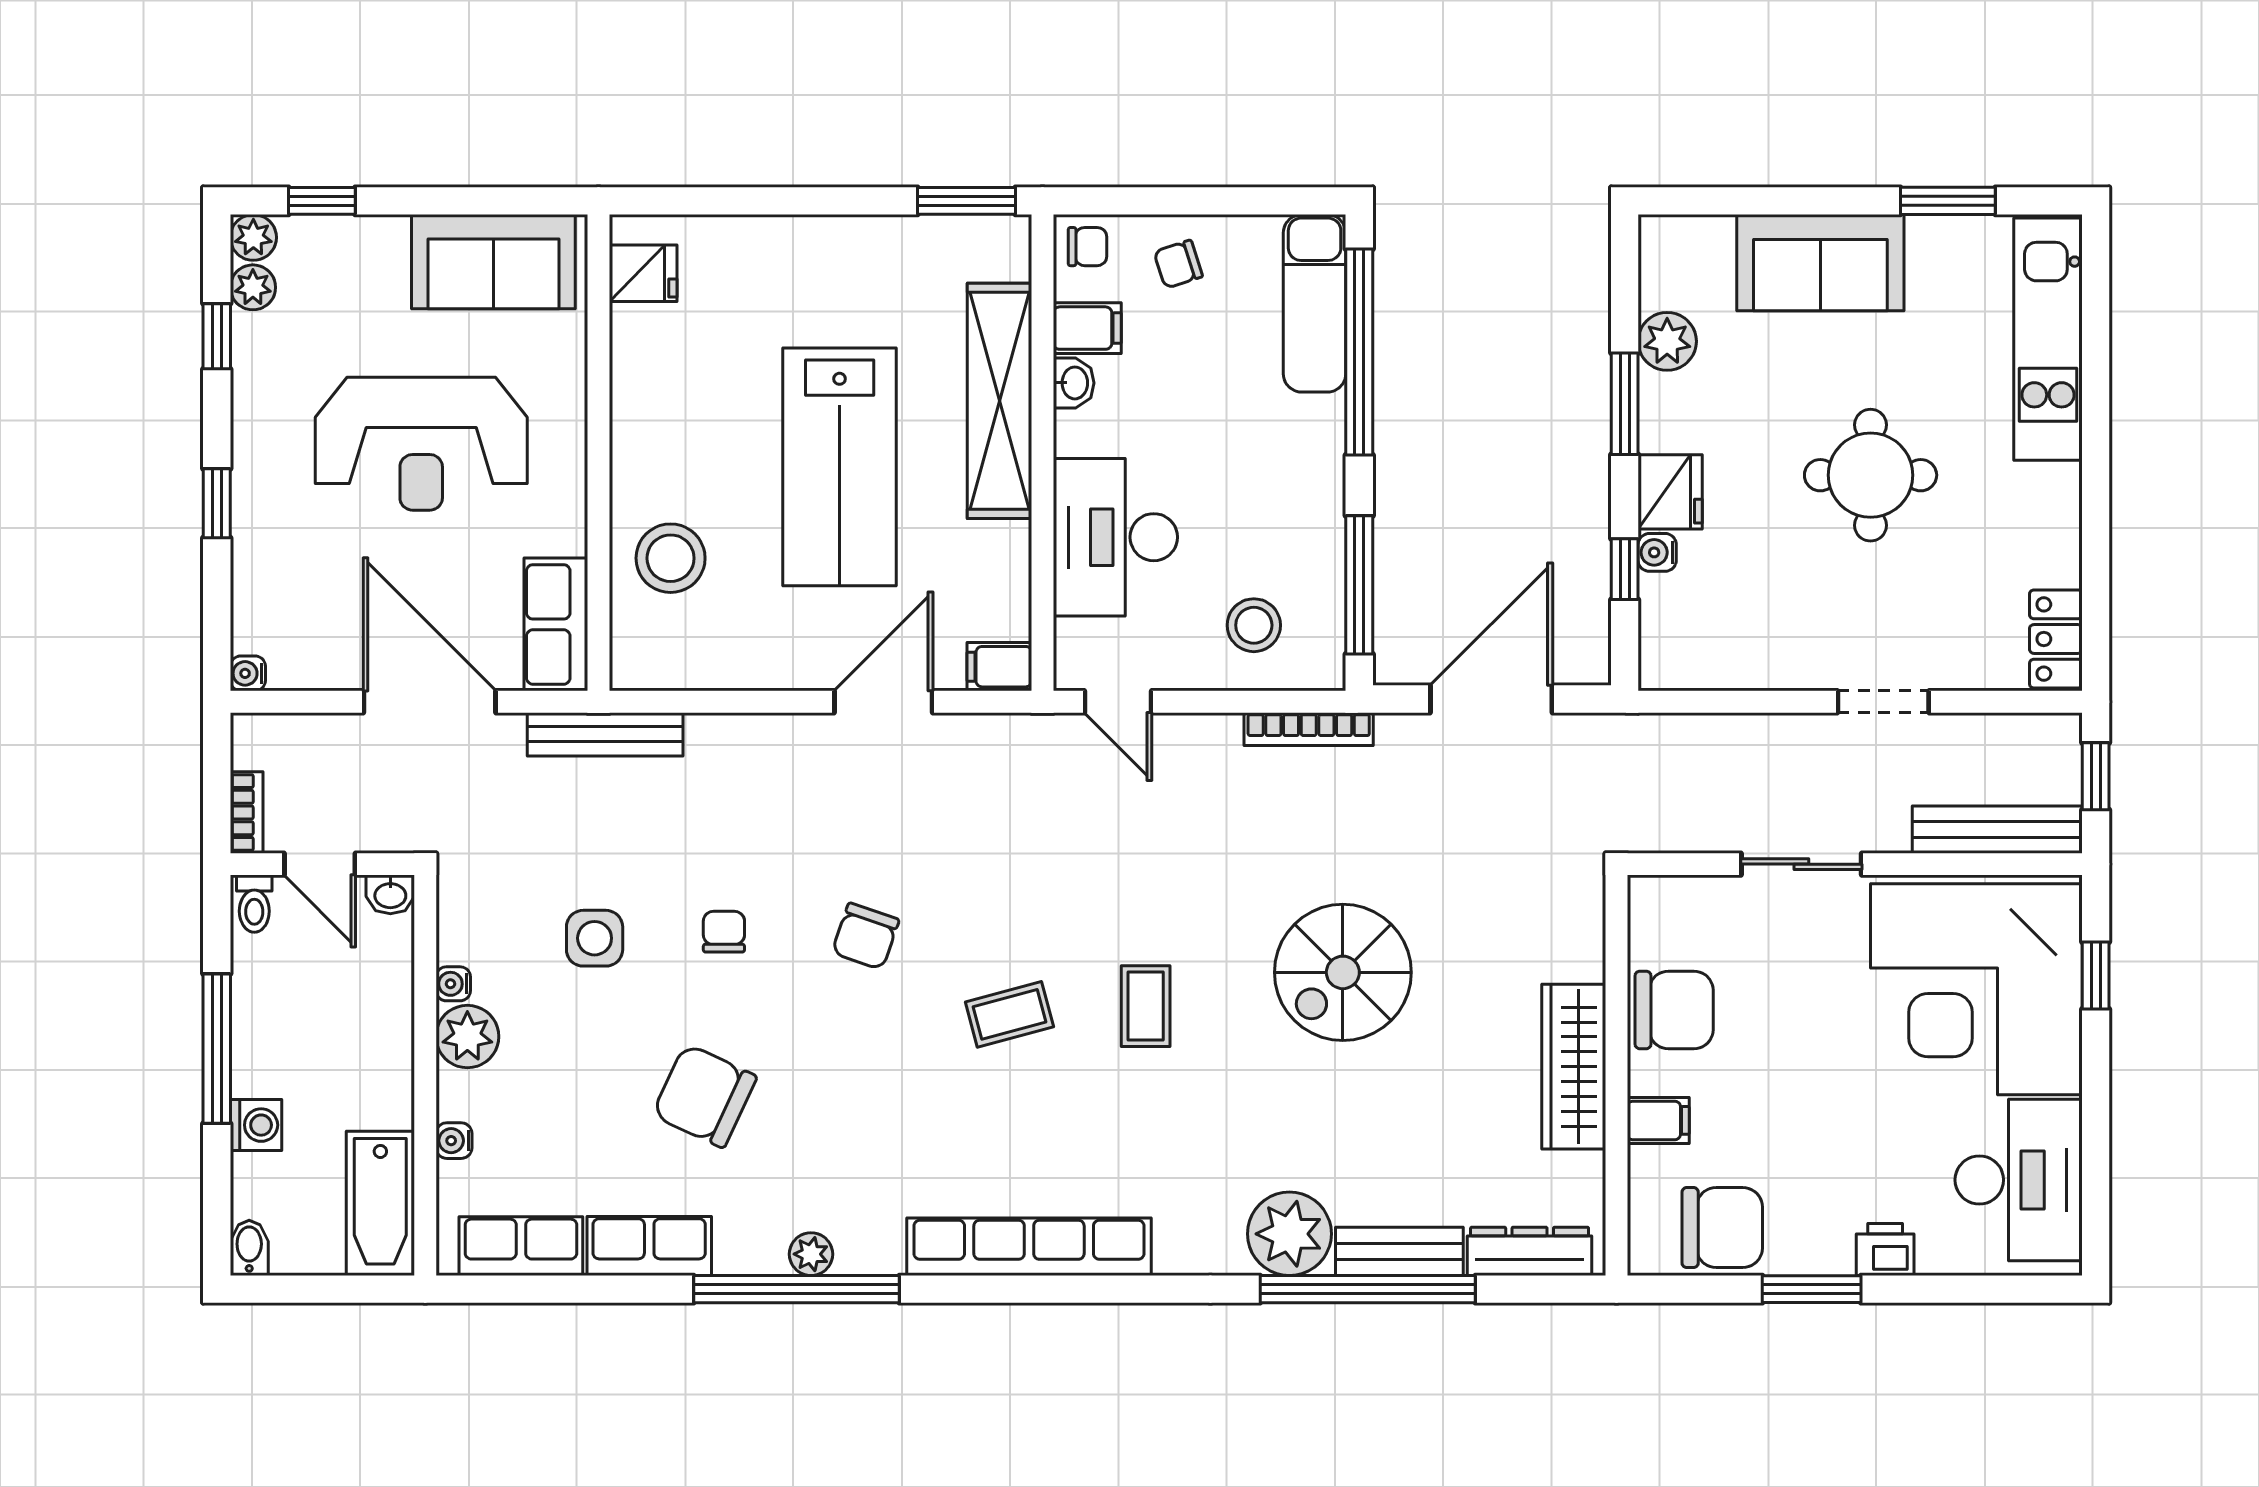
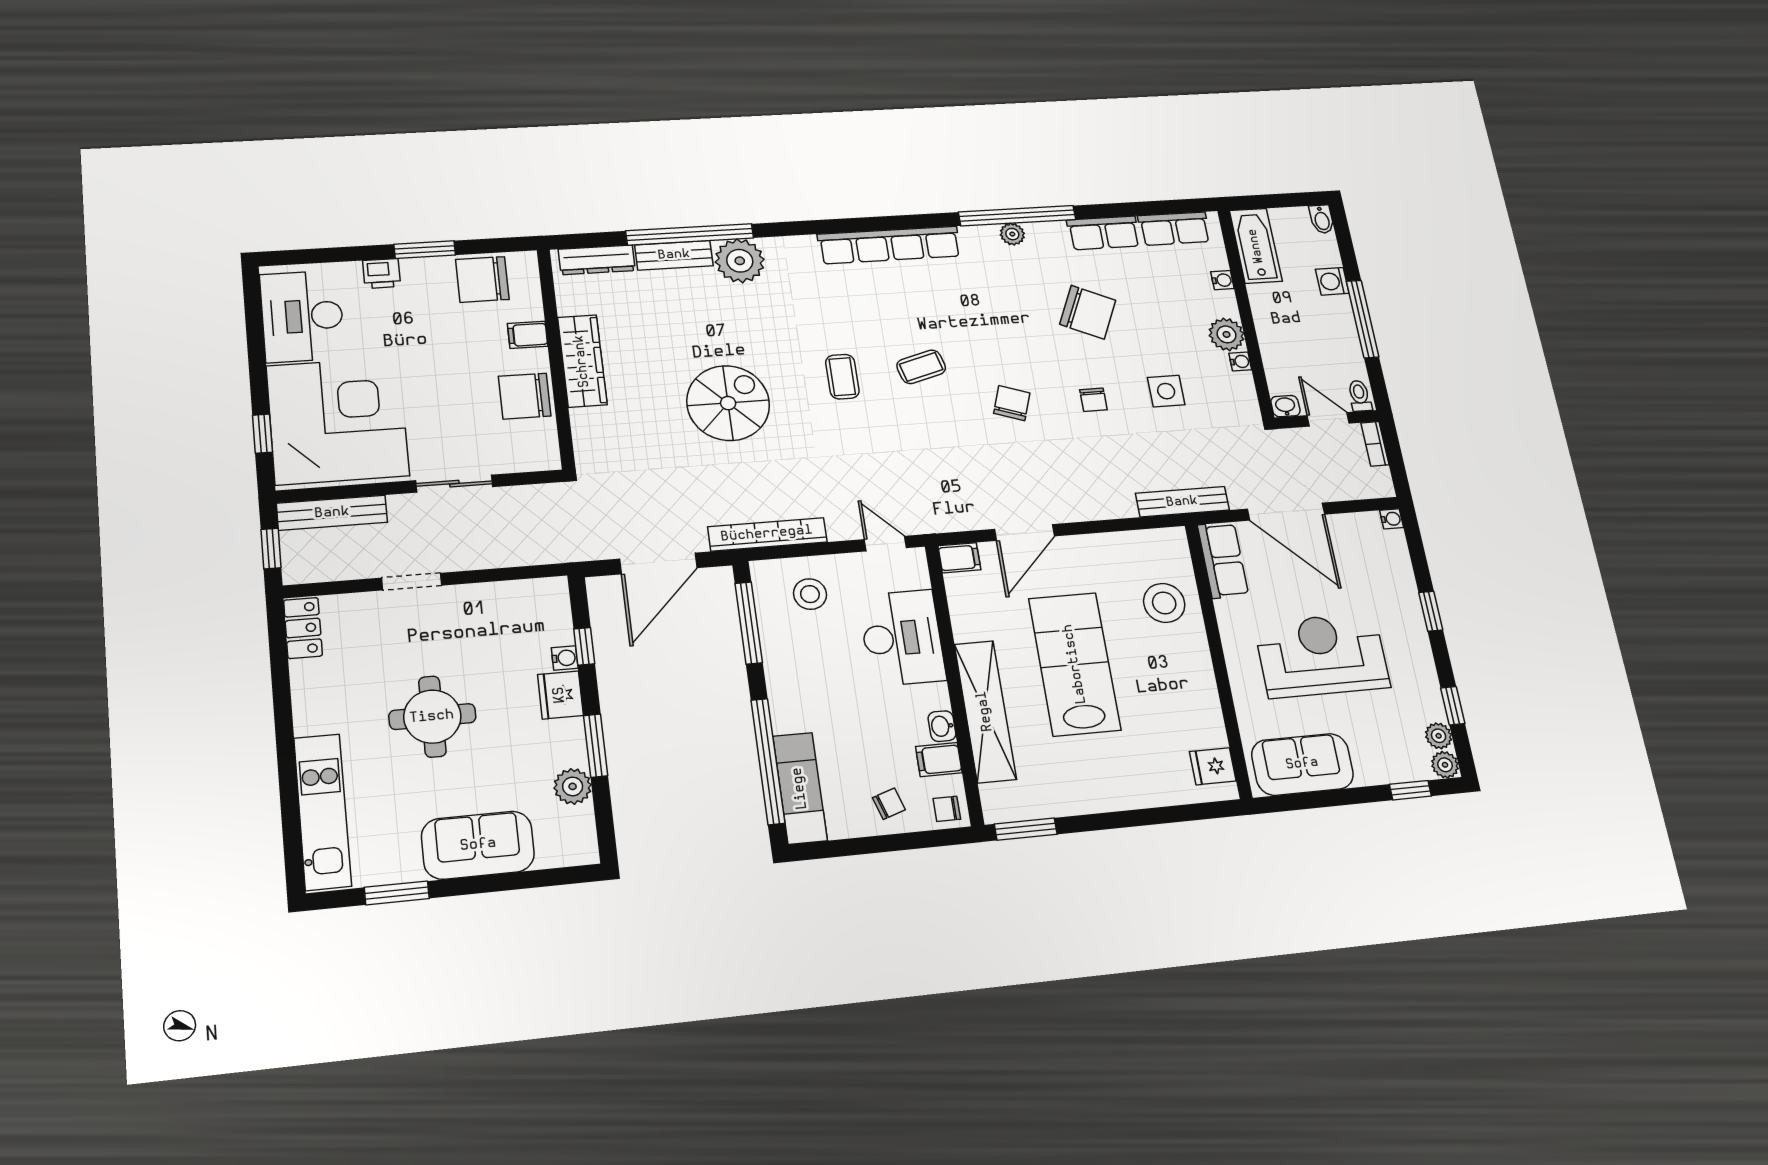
bookcase: (1309, 729) -> (767, 534), width x1.48, depth x1.31

